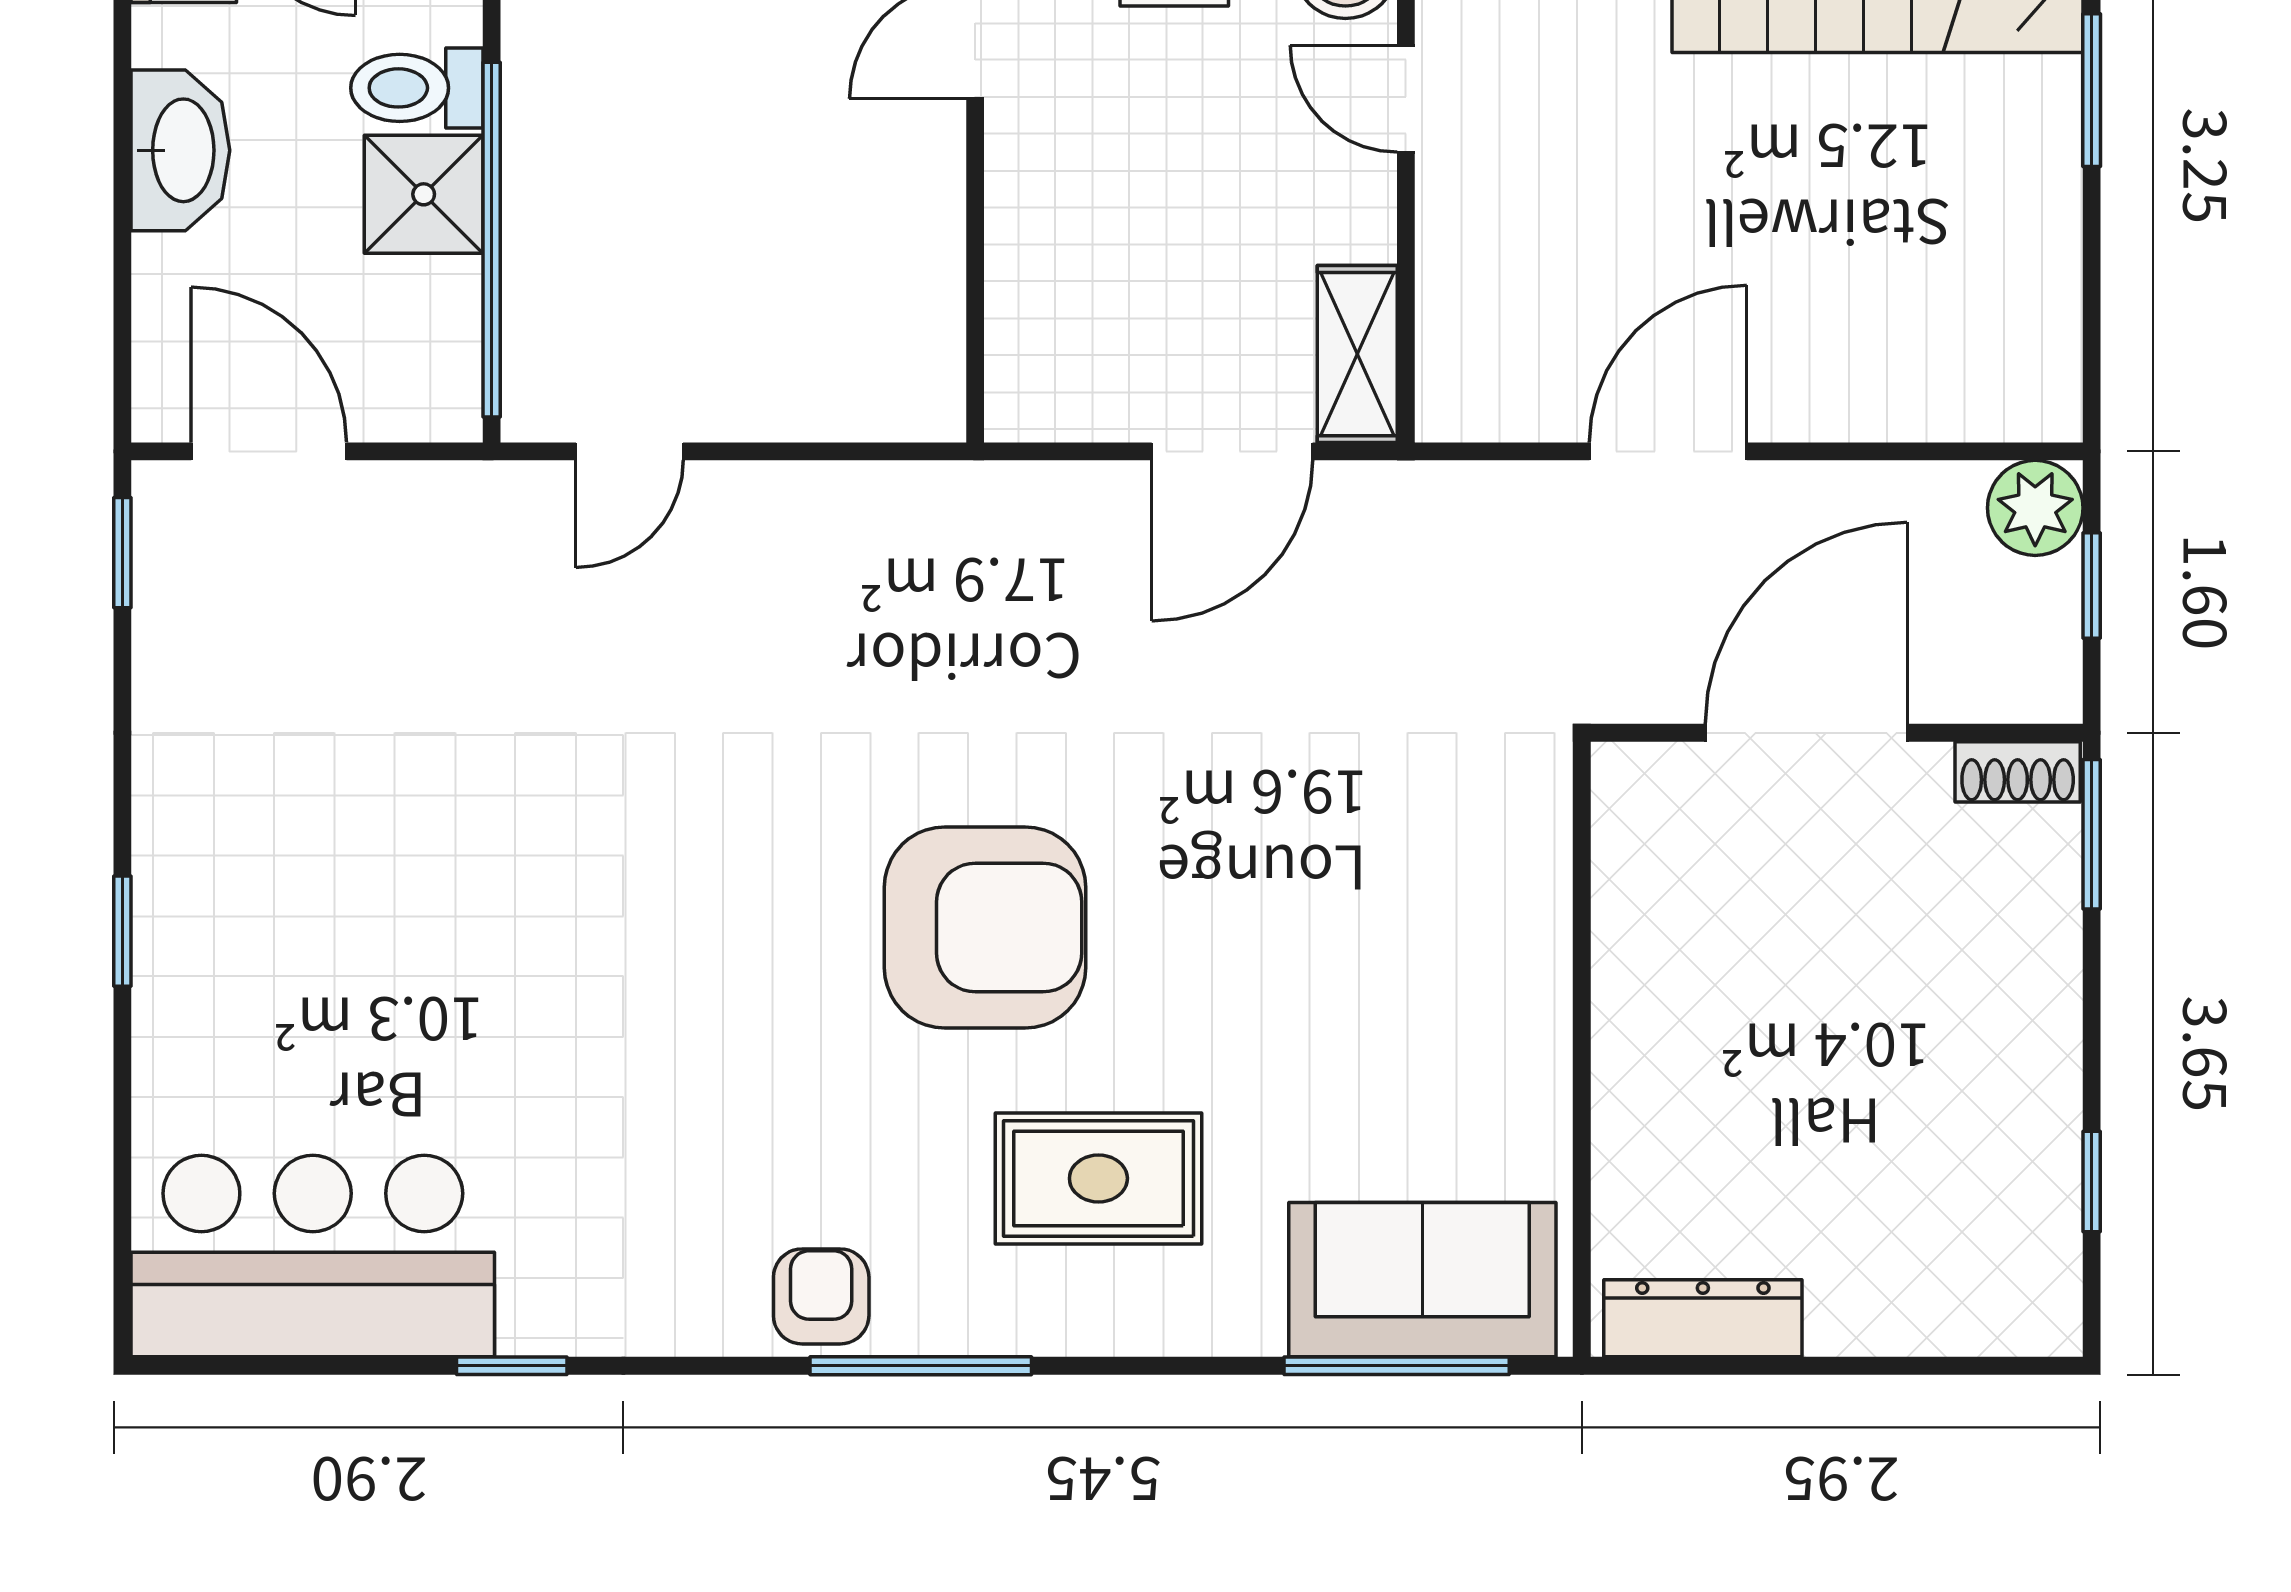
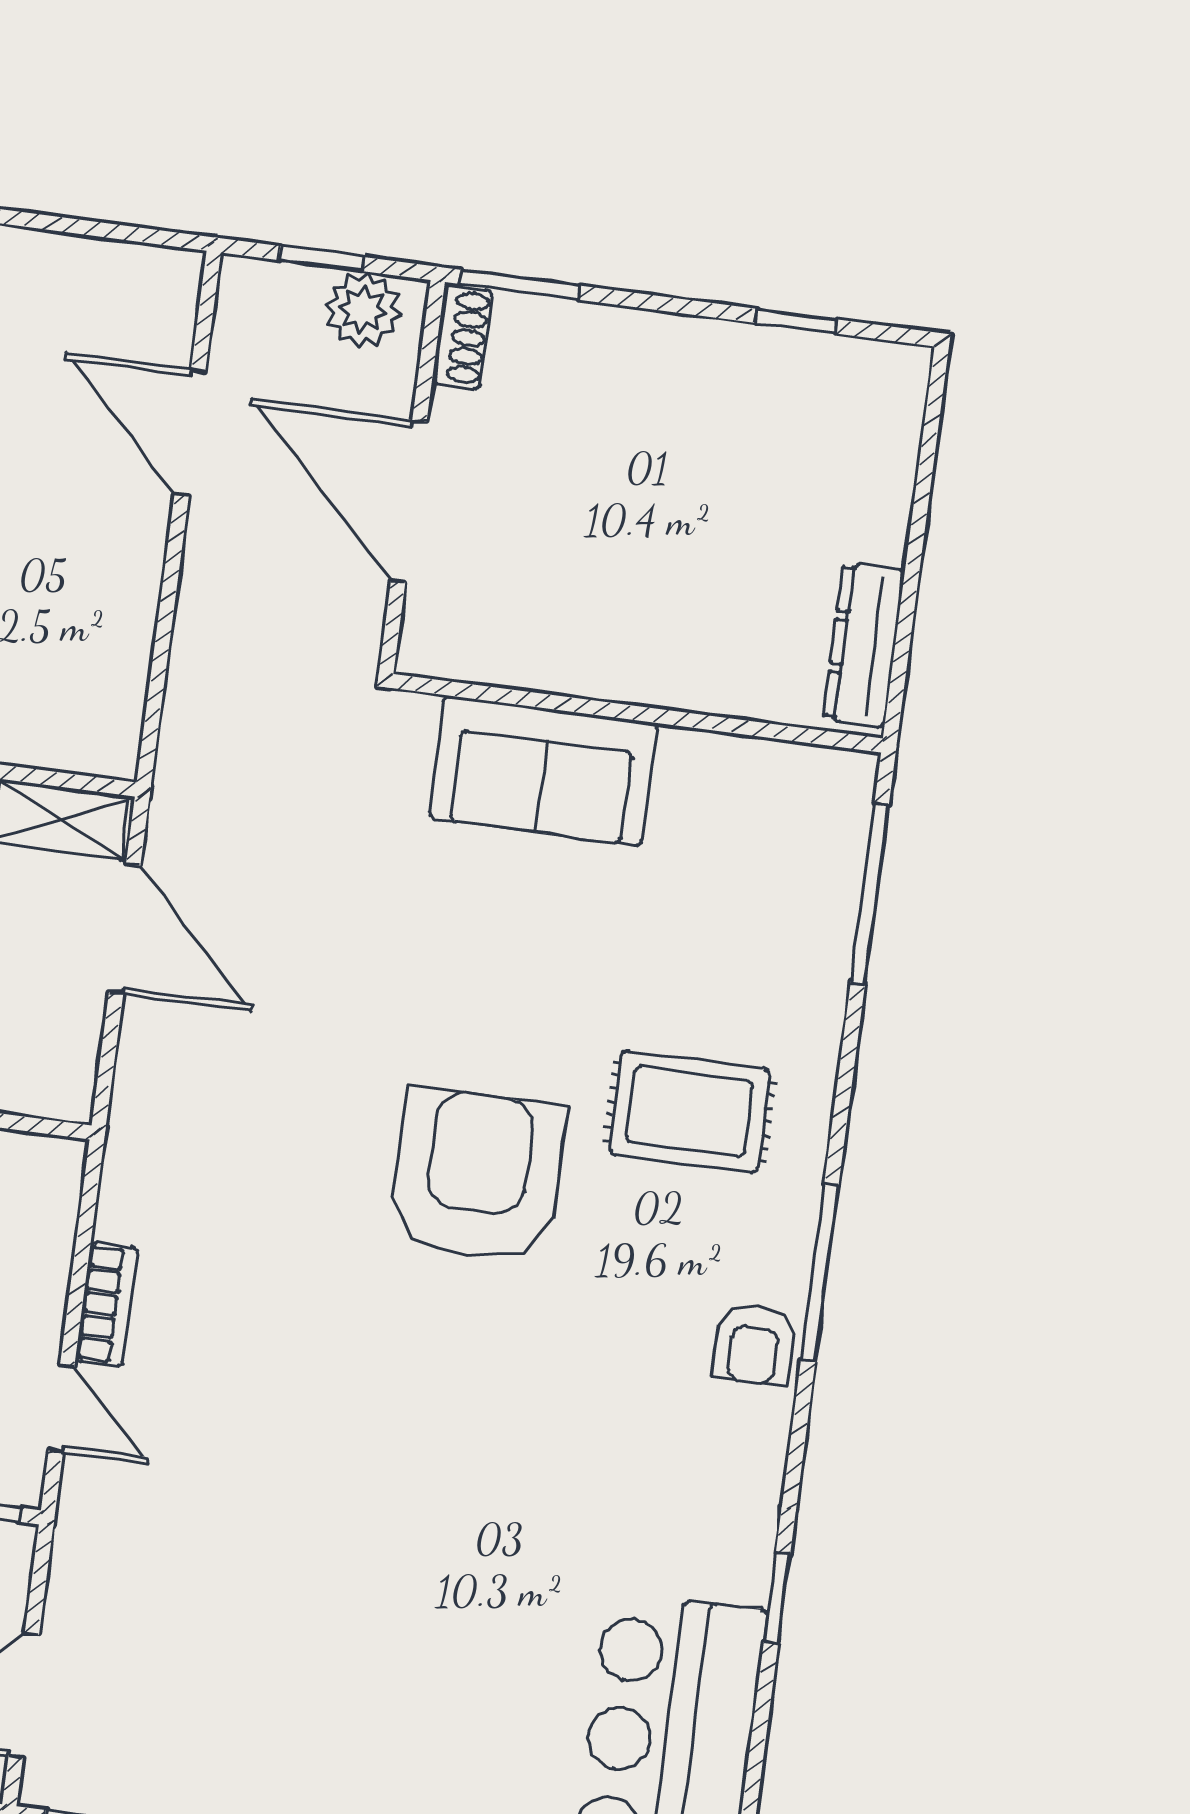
door: (1668, 451) -> (190, 433), moved
bookcase: (765, 490) -> (107, 1305), added
plant: (2035, 508) -> (363, 310), moved
rug: (1098, 1178) -> (689, 1111), turned 90
sofa: (1422, 1280) -> (543, 770), moved, turned -90
armchair: (821, 1296) -> (754, 1345), turned -90

